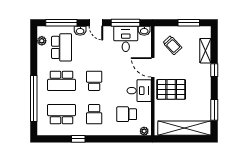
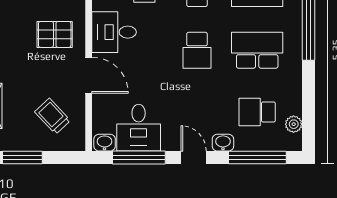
school desk: (62, 47) -> (257, 112), width x0.54
pallet: (171, 89) -> (55, 34), width x0.67, depth x0.71

